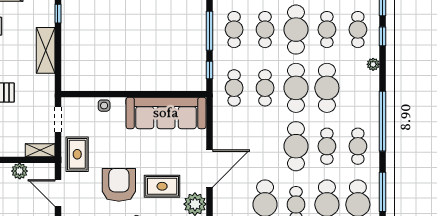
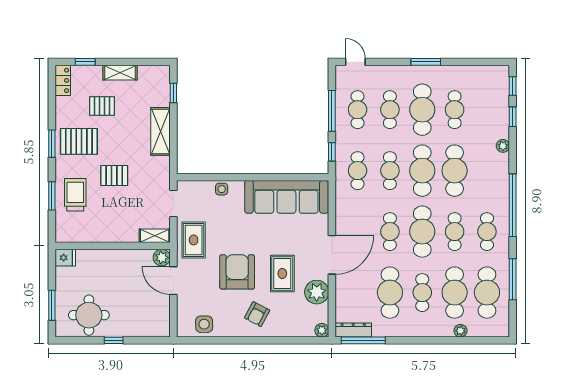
cafe table: (358, 30) -> (390, 232), moved
plant: (20, 171) -> (162, 258), moved
rug: (162, 186) -> (282, 273), turned 90

